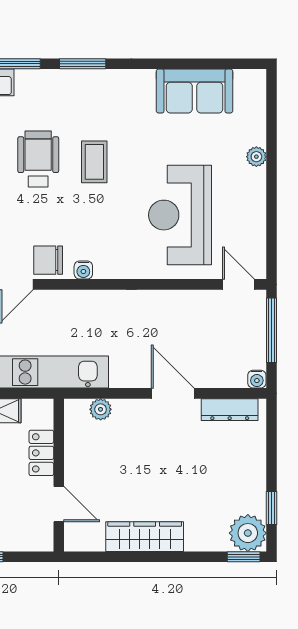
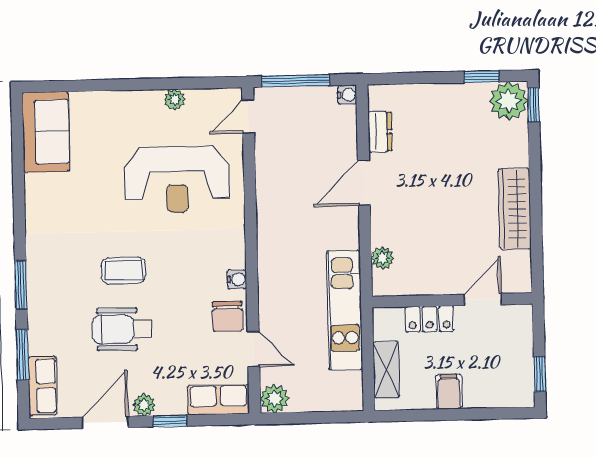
sofa: (195, 91) -> (46, 132), moved
plant: (256, 157) -> (174, 99), moved
dresser: (230, 410) -> (380, 132), width x0.70

